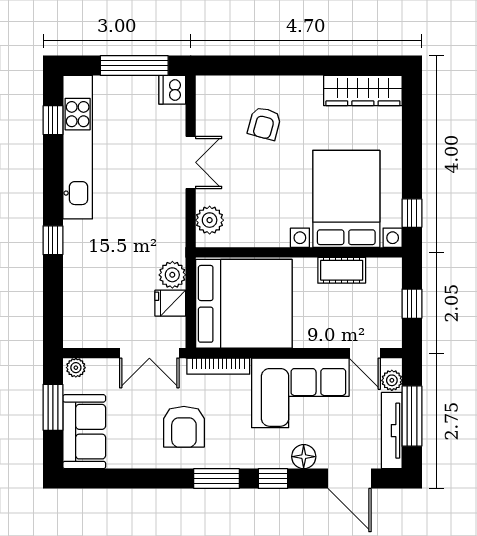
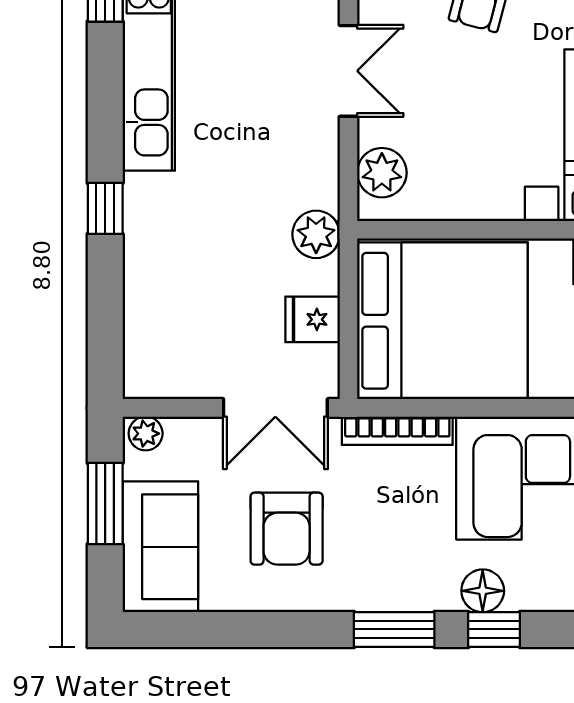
plant: (172, 275) -> (316, 234), moved
armchair: (184, 427) -> (287, 529), moved
floor lamp: (304, 457) -> (483, 591), moved

